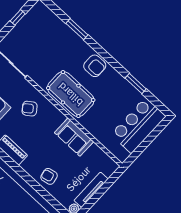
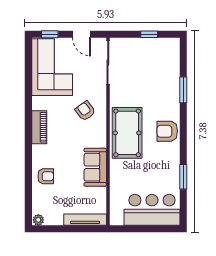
armchair: (95, 66) -> (167, 131), turned 90
armchair: (49, 176) -> (46, 176), turned 102
tv unit: (91, 190) -> (85, 220), moved

